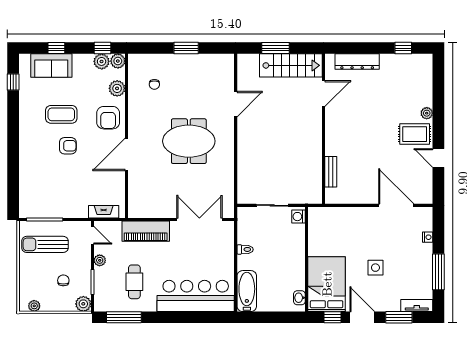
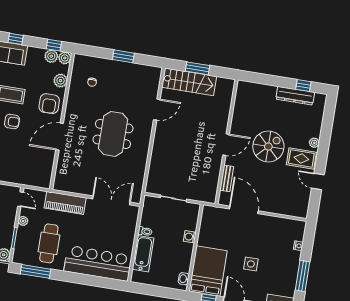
dresser: (357, 62) -> (295, 96), moved
stairs: (291, 65) -> (189, 82), moved
door: (324, 93) -> (226, 145), moved
spiral stairs: (374, 126) -> (268, 147), added
meeting table: (189, 141) -> (113, 134), turned 90
door: (396, 205) -> (244, 210), moved
fireplace: (104, 212) -> (33, 181), removed
washing machine: (298, 217) -> (190, 237), moved
cafe table: (134, 282) -> (49, 243), width x1.37, depth x1.35
bathtub: (247, 291) -> (143, 254), moved

